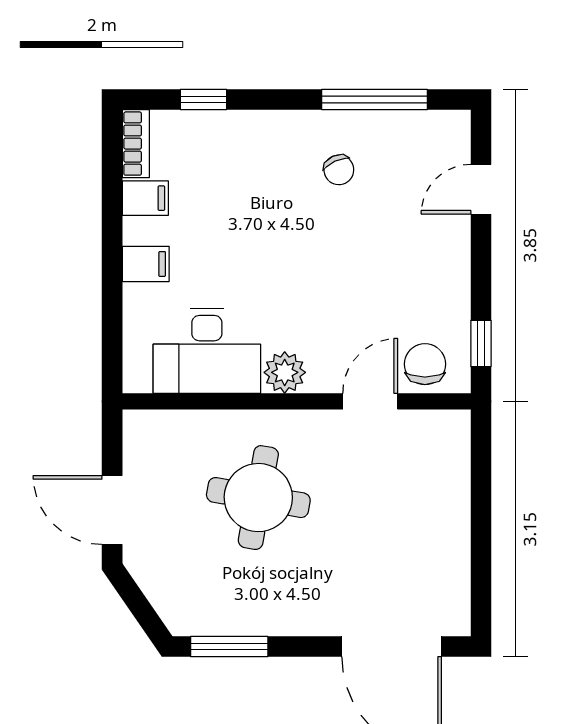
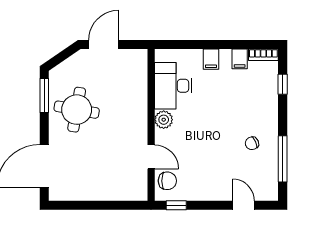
round table: (258, 498) -> (77, 110), moved

